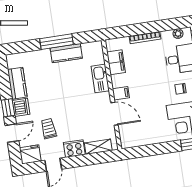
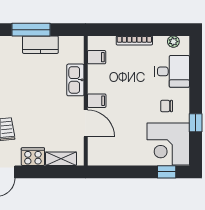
filing cabinet: (116, 62) -> (97, 57), width x0.50

